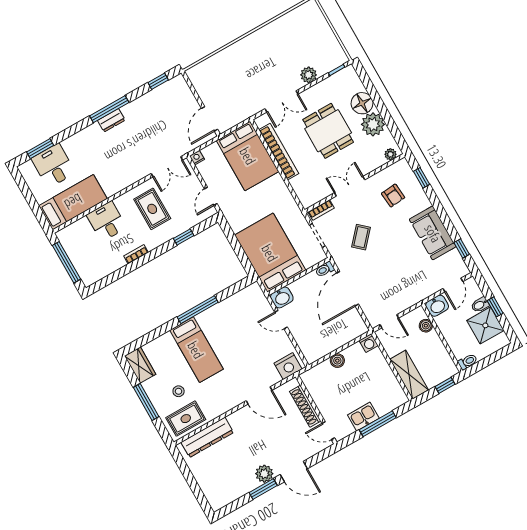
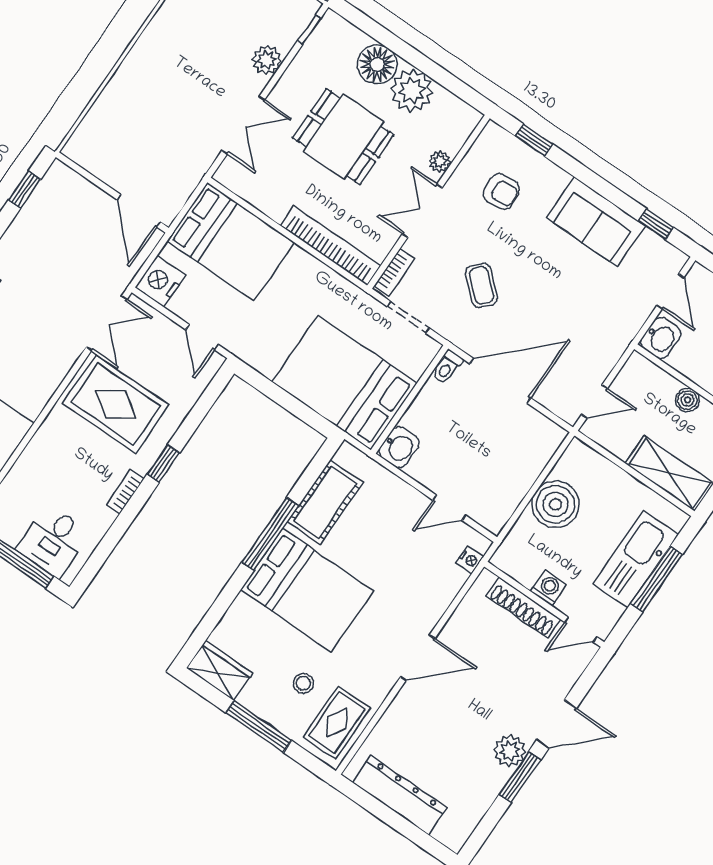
bookcase: (279, 152) -> (330, 246), moved
plant: (390, 154) -> (440, 162), moved
nightstand: (197, 158) -> (160, 281), width x1.89, depth x1.79
rug: (152, 209) -> (116, 404), width x1.36, depth x1.43
desk: (107, 221) -> (53, 541), moved, turned -90
window: (184, 237) -> (163, 463), moved
door: (348, 289) -> (500, 381), swing flipped
cot: (232, 307) -> (325, 502), added
door: (281, 320) -> (449, 508), moved
boiler: (426, 326) -> (687, 400), moved
washing machine: (369, 343) -> (548, 588), moved, turned -90
bed: (196, 350) -> (307, 590), width x1.50
boiler: (337, 361) -> (555, 504), width x1.86, depth x1.86
nightstand: (288, 366) -> (470, 560), width x0.53, depth x0.56
door: (259, 396) -> (418, 658), moved
kitchen sink: (363, 417) -> (636, 559), width x1.88, depth x1.24
dresser: (207, 437) -> (400, 795), moved, turned -90

